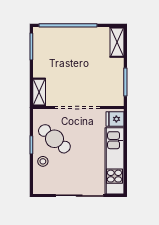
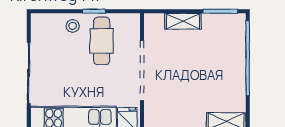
shelving: (39, 92) -> (183, 21), moved
cafe table: (54, 139) -> (102, 41), turned -40

